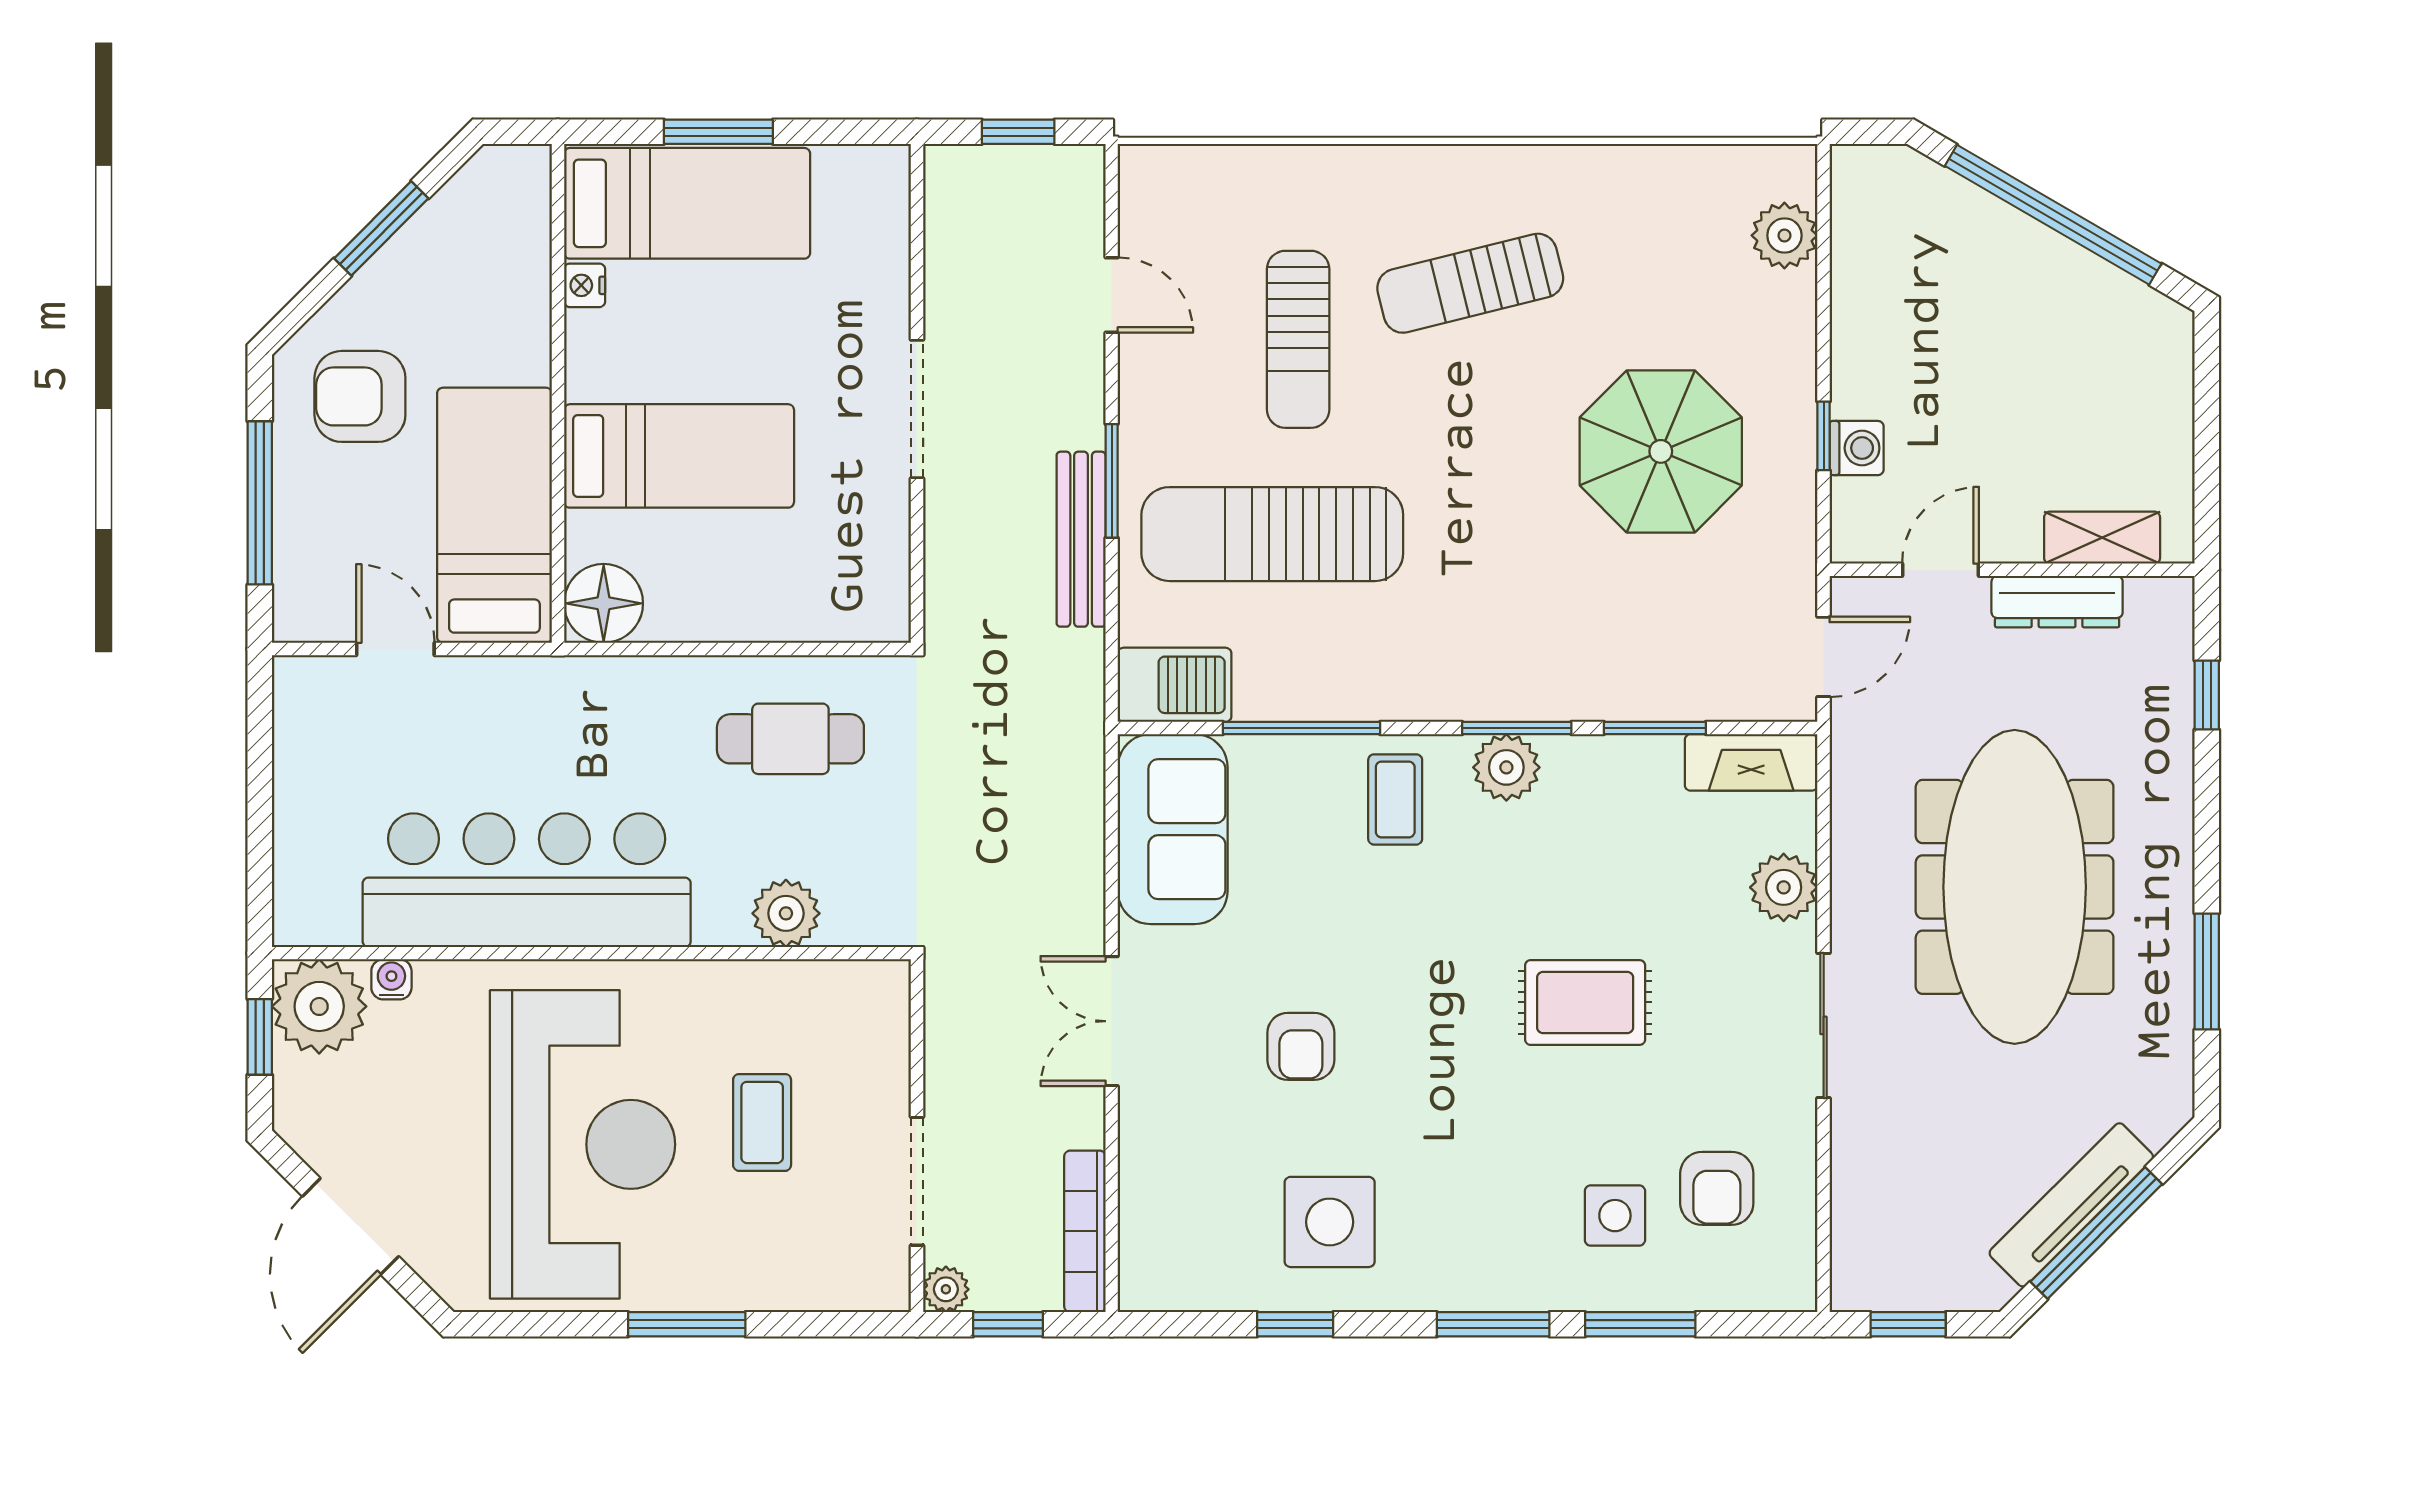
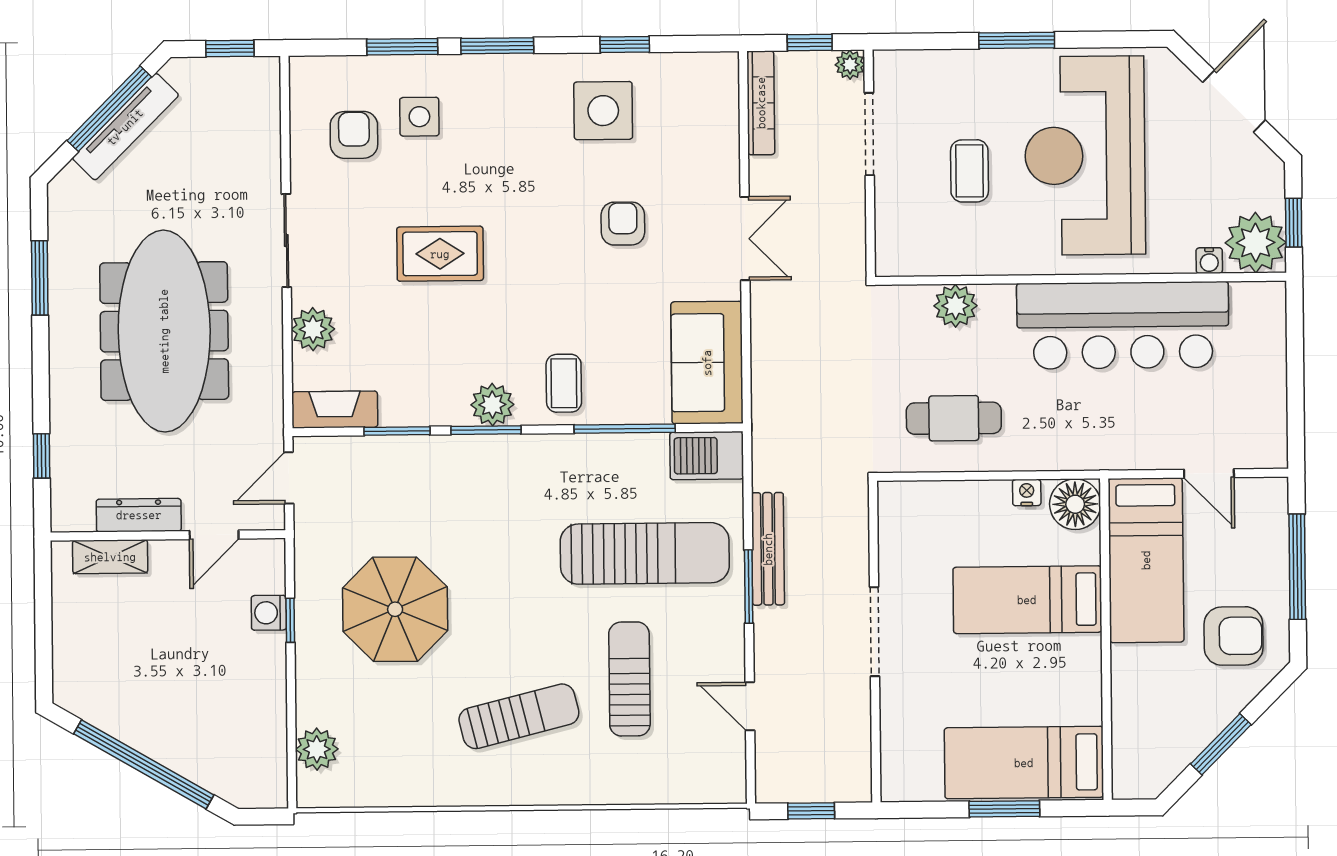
nightstand: (585, 285) -> (1027, 493), moved, turned -90

